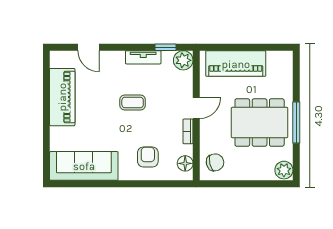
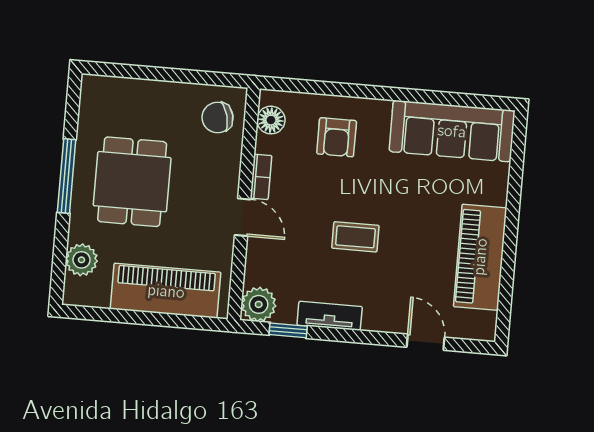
door: (196, 108) -> (243, 217), swing flipped
dining table: (260, 123) -> (132, 182), width x0.73
plant: (284, 170) -> (81, 260), moved

